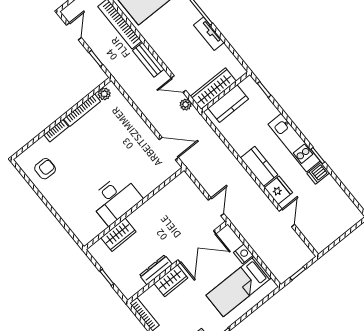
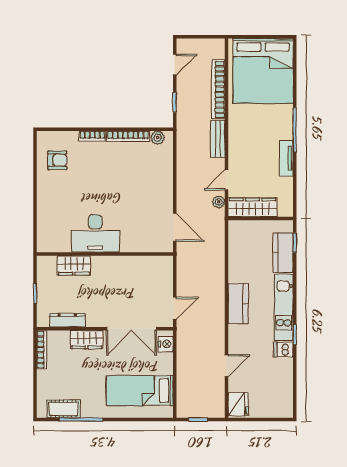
door: (179, 84) -> (227, 180), hinge flipped
kitchen counter: (228, 104) -> (283, 253), moved, turned 90
fridge: (278, 190) -> (238, 404), moved
nightstand: (243, 254) -> (166, 344), moved
dresser: (156, 270) -> (67, 320), moved

